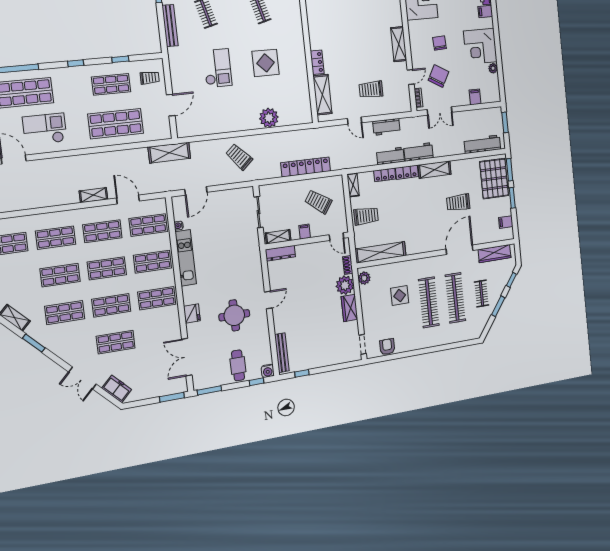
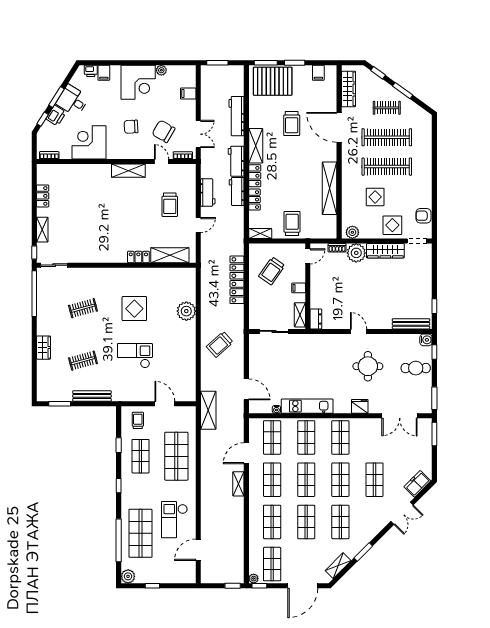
workbench: (482, 144) -> (236, 116), moved
shelving: (381, 252) -> (330, 188), moved
dresser: (280, 253) -> (316, 319), width x0.70
wardrobe: (349, 308) -> (385, 251), width x1.50
display table: (375, 317) -> (392, 225), added

